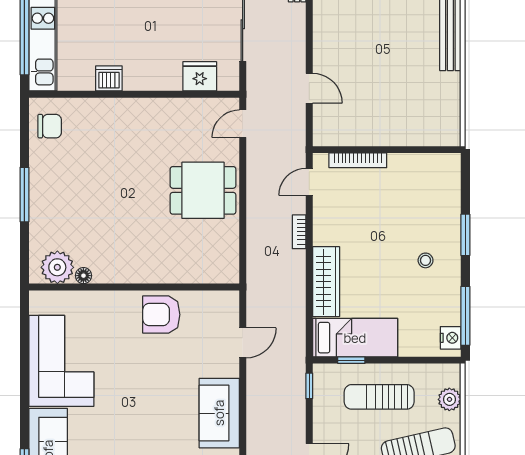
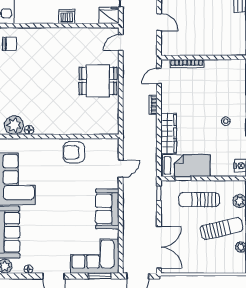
fridge: (200, 76) -> (109, 15), moved
dishwasher: (109, 78) -> (67, 17), moved

